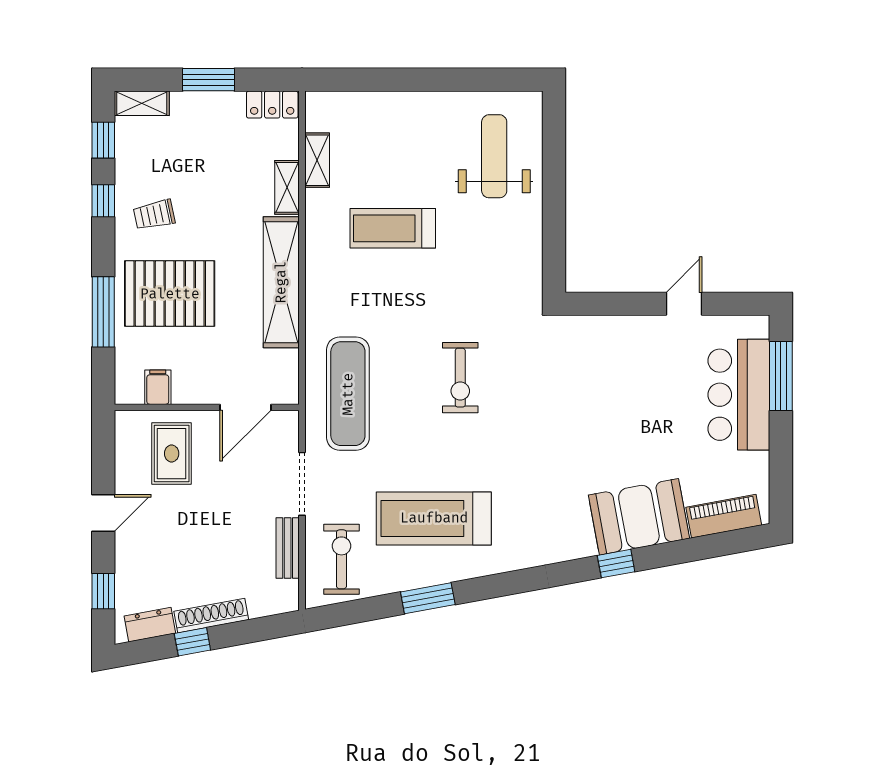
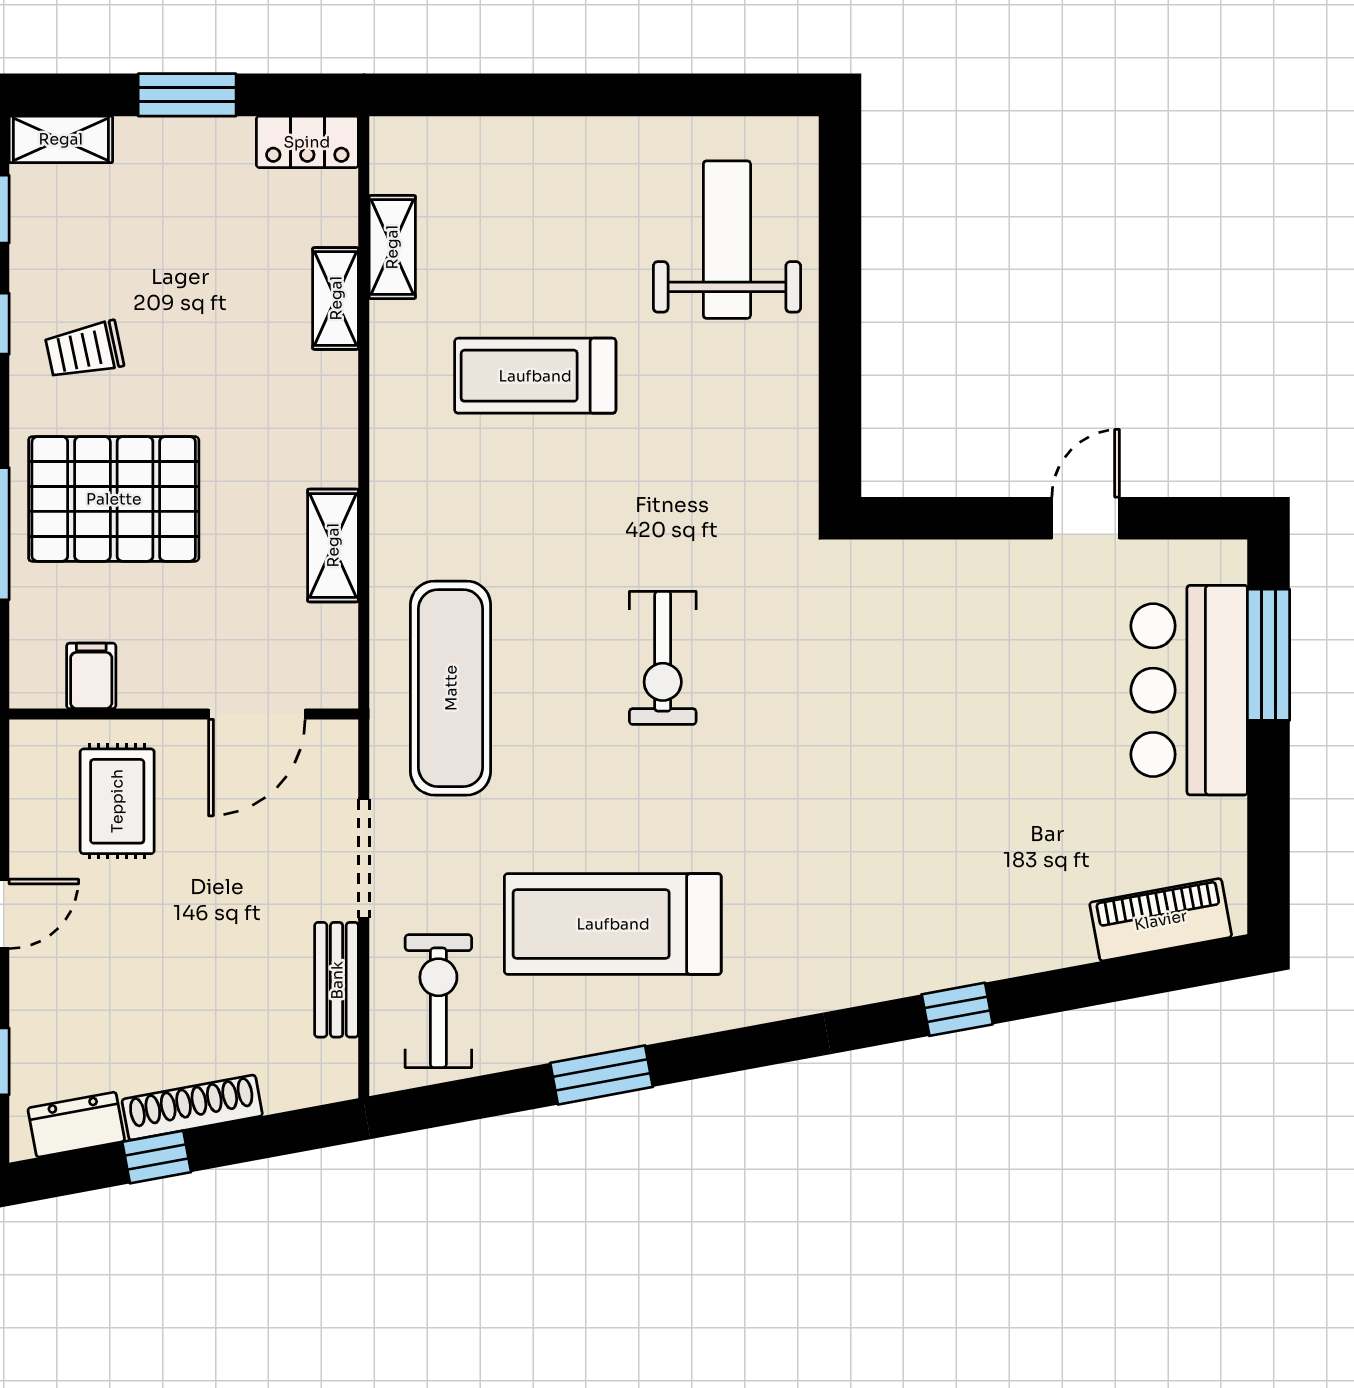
shelving: (281, 282) -> (333, 545), width x0.45, depth x0.75
booth: (639, 517) -> (1000, 921), removed

